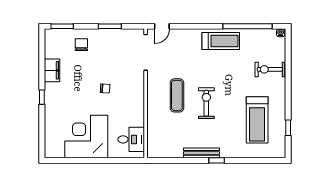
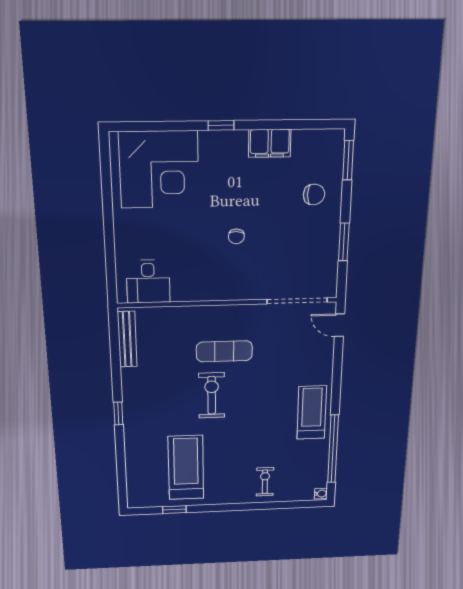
treadmill: (221, 41) -> (312, 413), turned 180
exercise bike: (270, 69) -> (265, 482), width x0.73, depth x0.72
exercise bike: (206, 103) -> (212, 395), turned -90
treadmill: (257, 120) -> (186, 468), turned 90
corner desk: (86, 137) -> (159, 170), moved, turned 90
bench: (202, 153) -> (127, 339), moved

